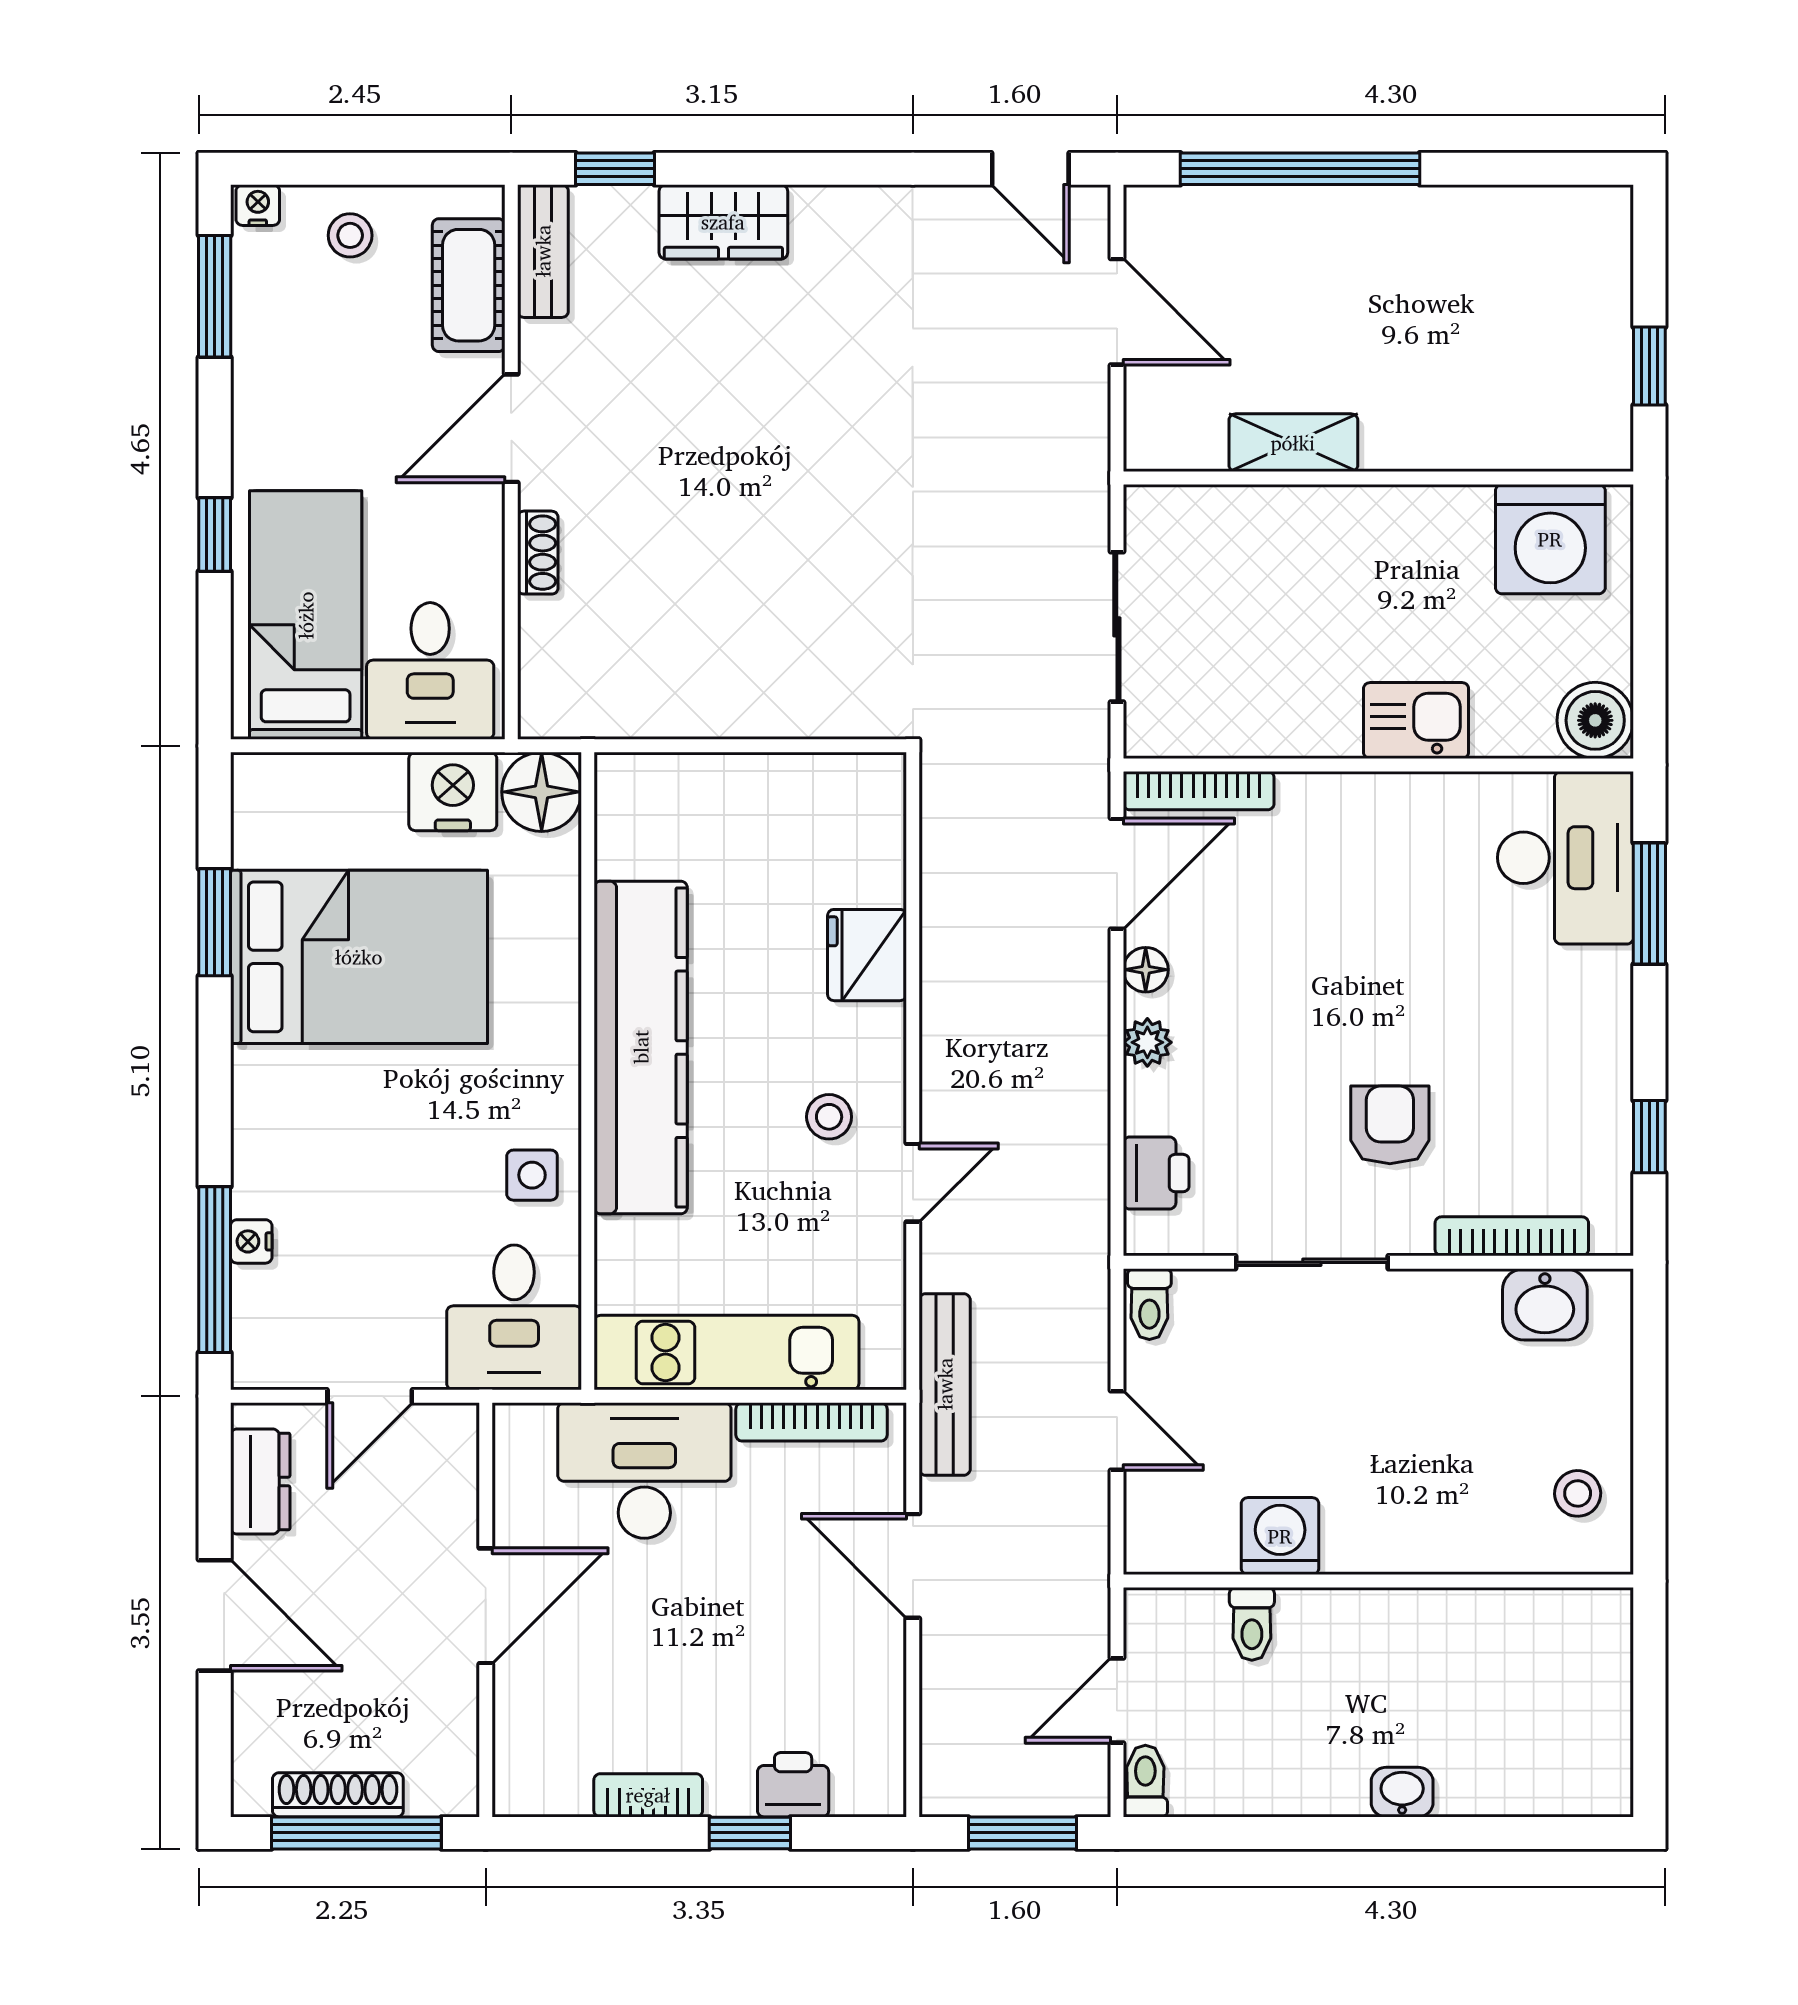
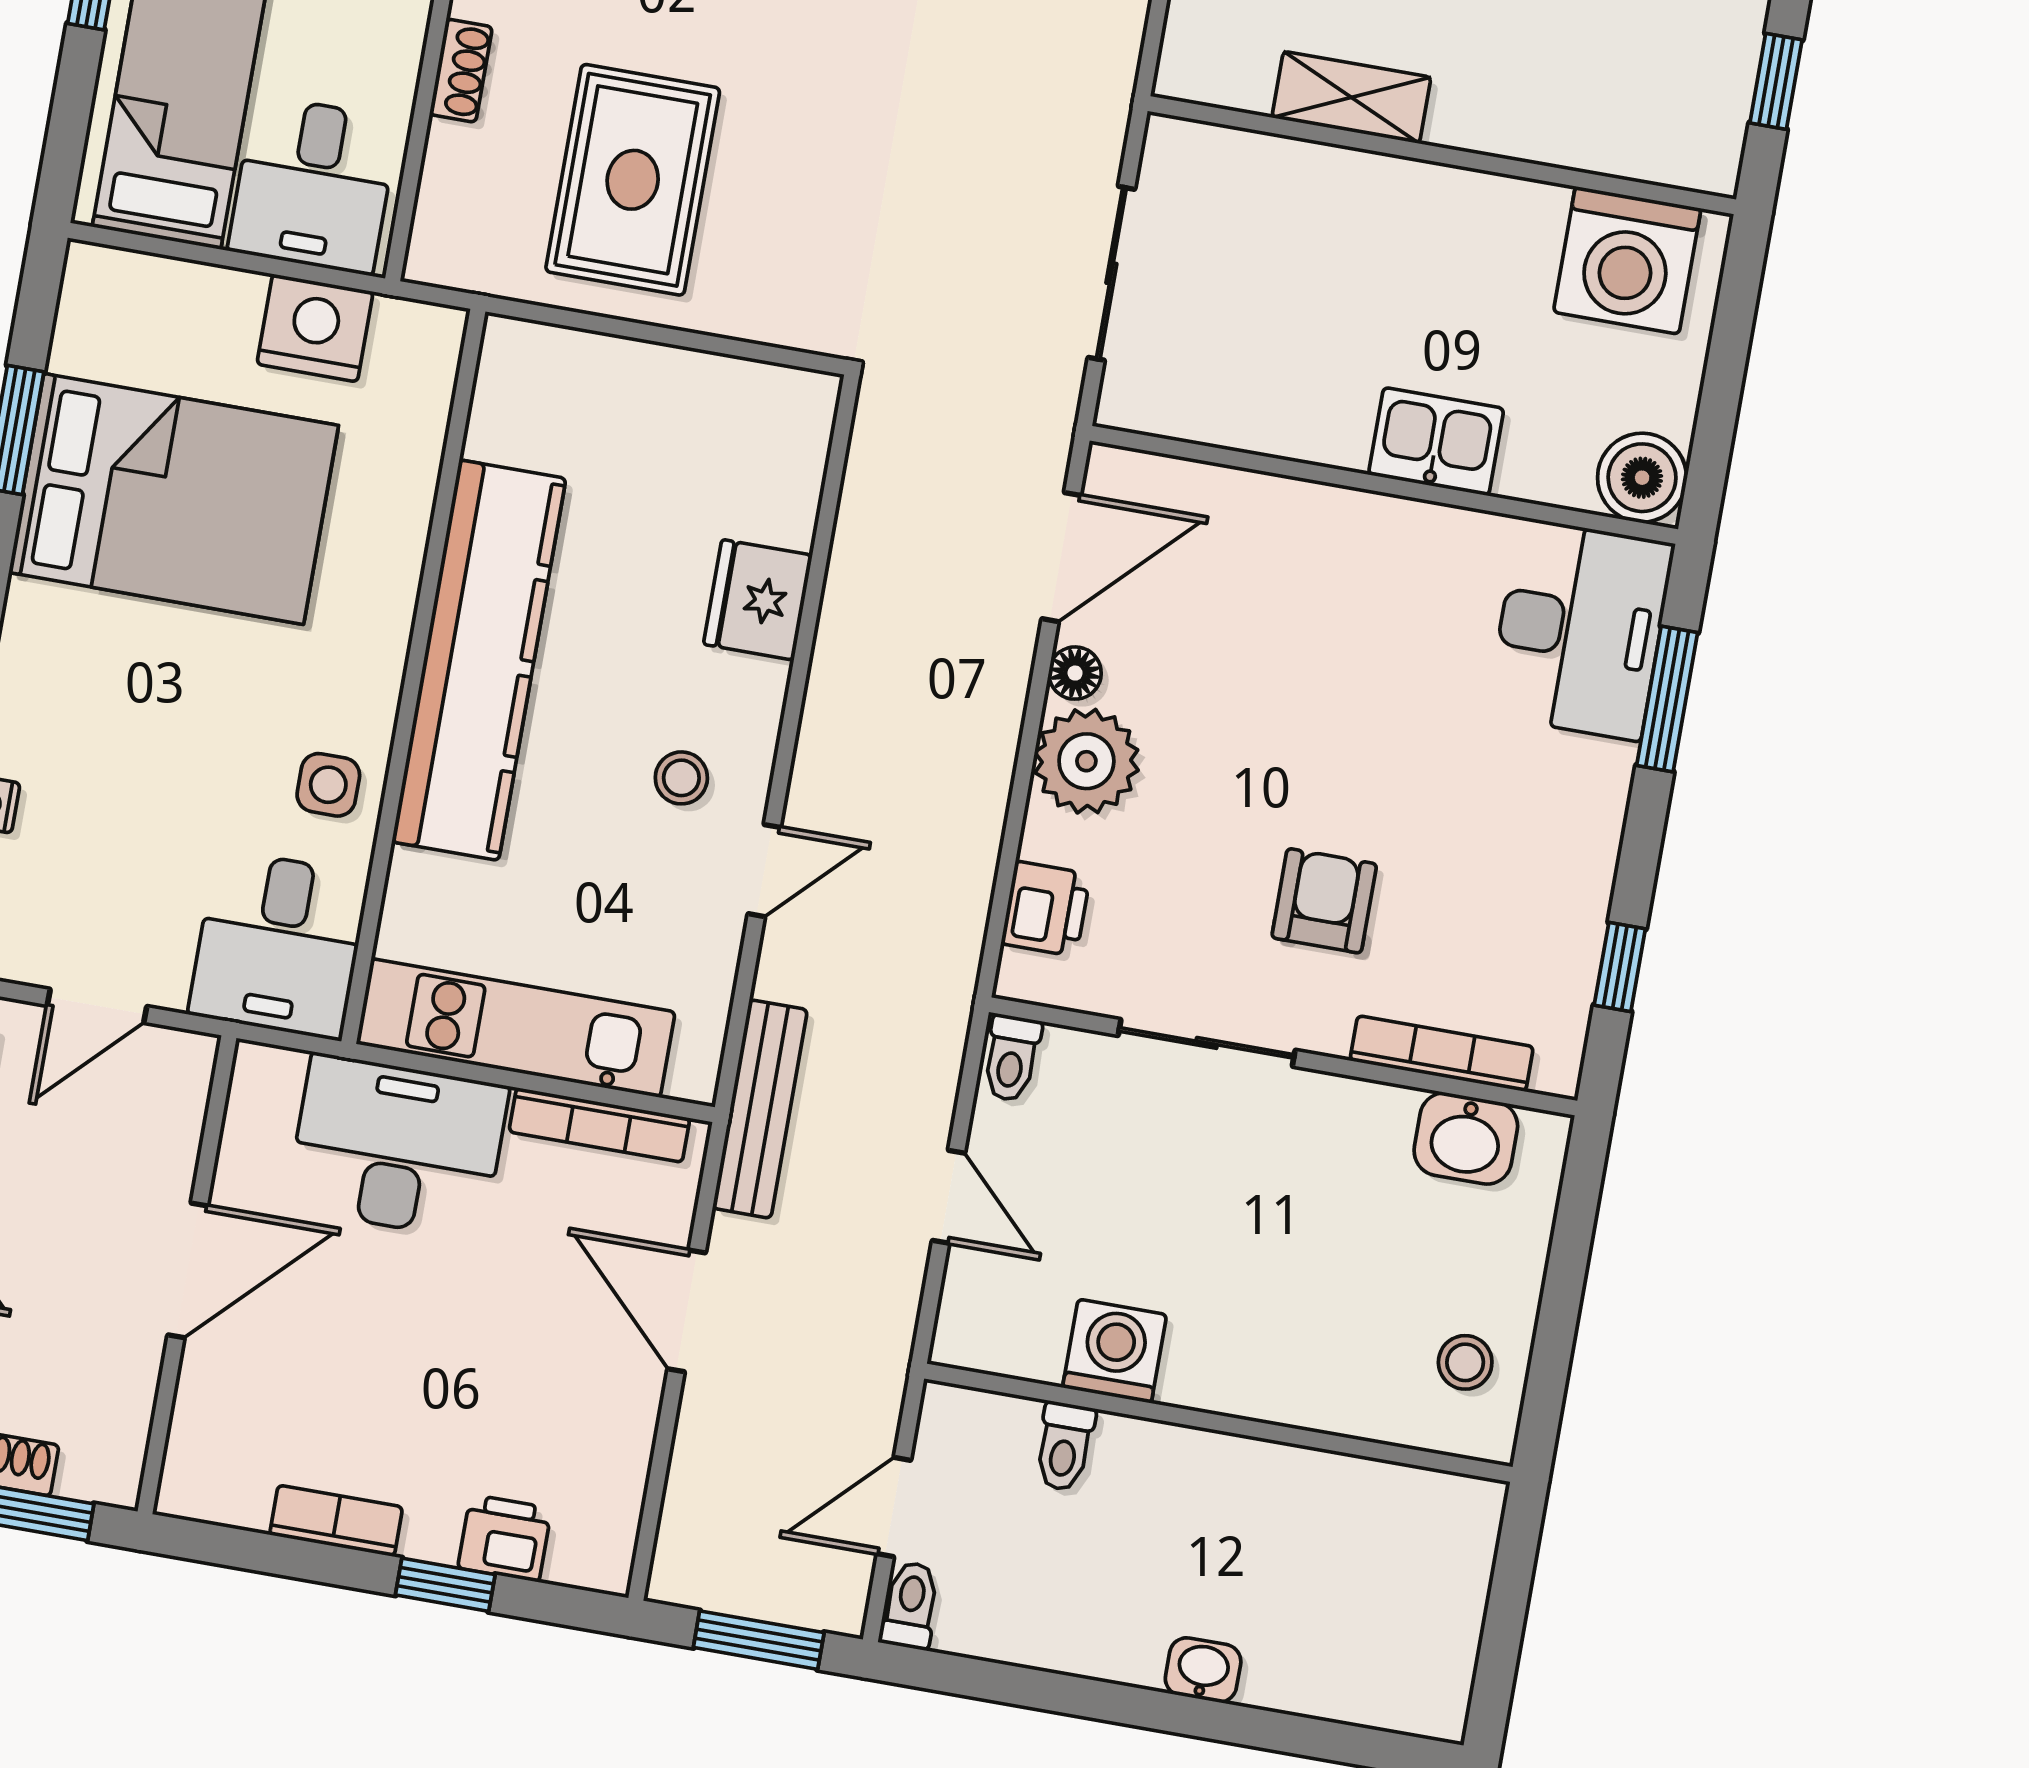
rug: (699, 619) -> (633, 180), added
bookcase: (1199, 791) -> (1172, 478), removed
floor lamp: (542, 792) -> (417, 346), removed
plant: (1147, 1042) -> (1086, 761), width x1.88, depth x1.88

